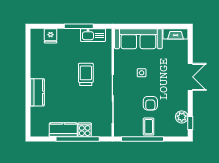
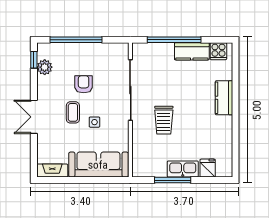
kitchen sink: (93, 35) -> (183, 169), moved
coffee table: (149, 127) -> (73, 112), moved
cooker: (85, 130) -> (218, 51), moved
window: (142, 139) -> (76, 40), moved

